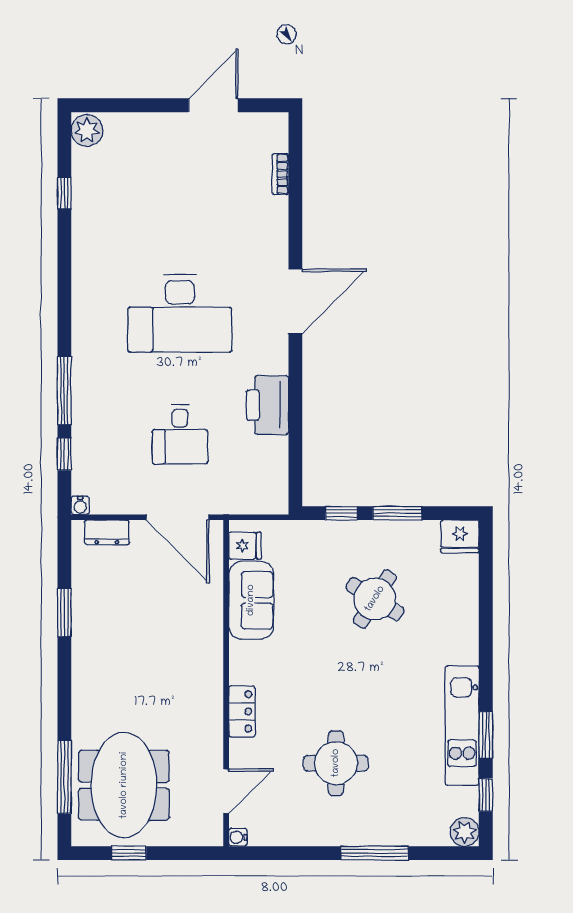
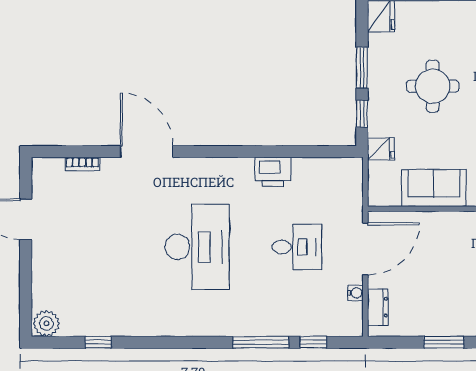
door: (295, 301) -> (147, 152), moved
printer: (268, 405) -> (273, 172), width x0.73, depth x0.84
water cooler: (80, 505) -> (356, 293), moved
fridge: (245, 546) -> (381, 149), moved, turned 90
round table: (375, 599) -> (433, 86), turned -32

